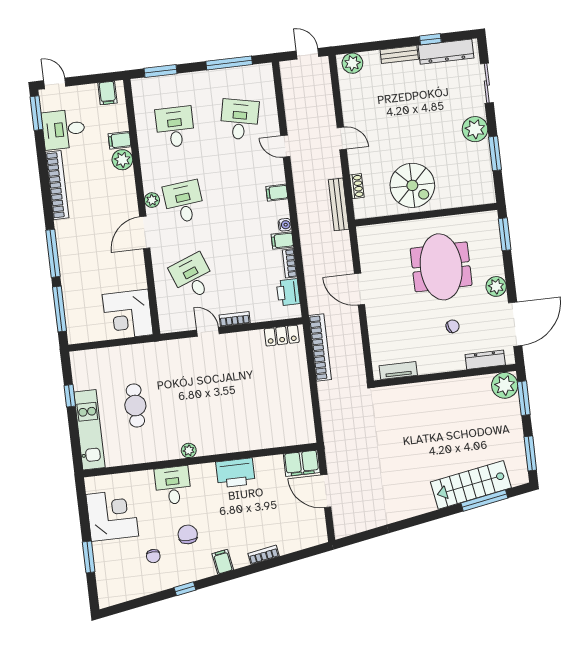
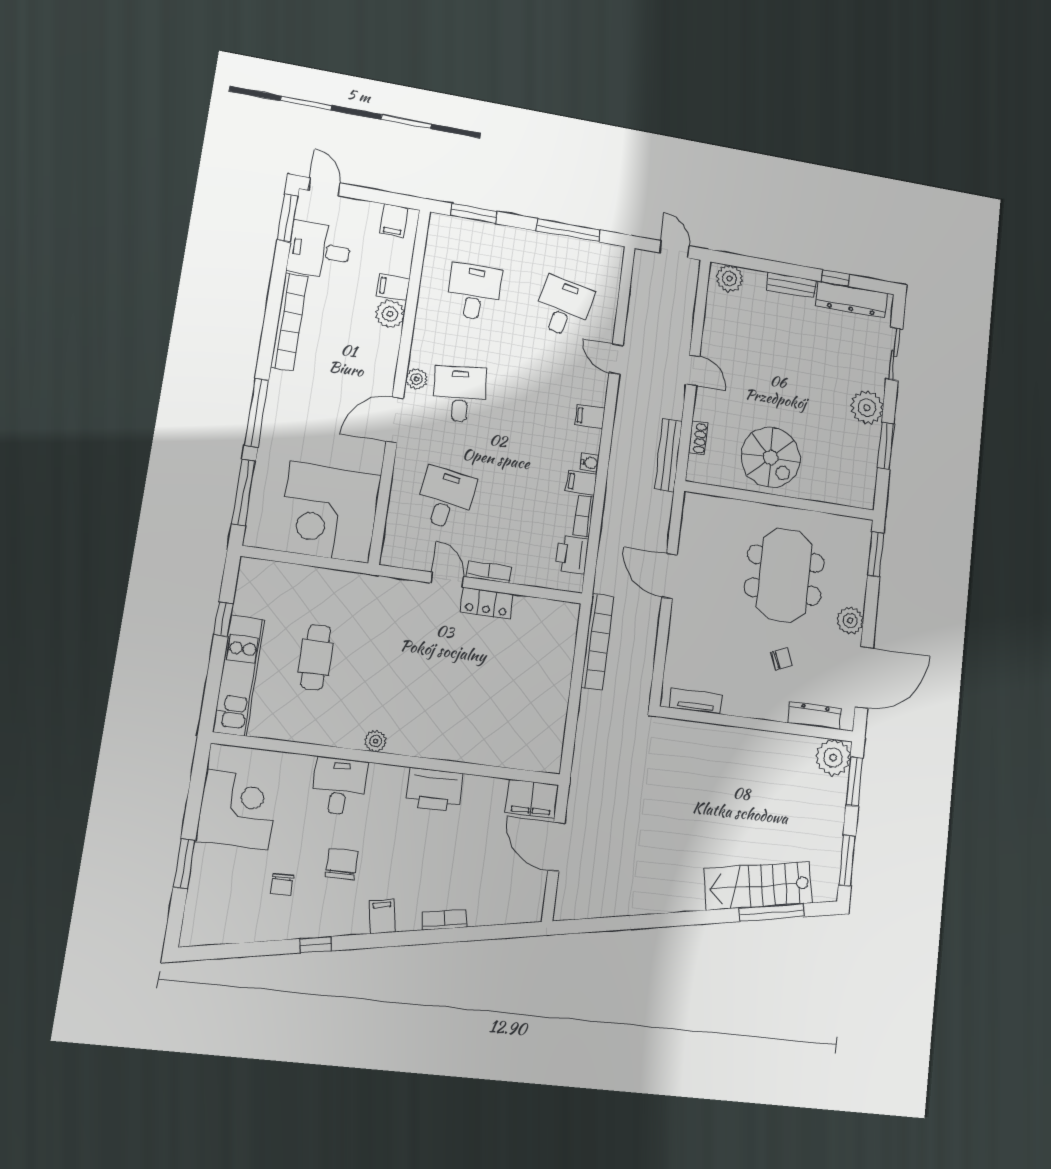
desk: (193, 277) -> (445, 498), turned 30
corner desk: (128, 314) -> (329, 512), width x1.36, depth x1.36
locker: (282, 336) -> (487, 603), moved

